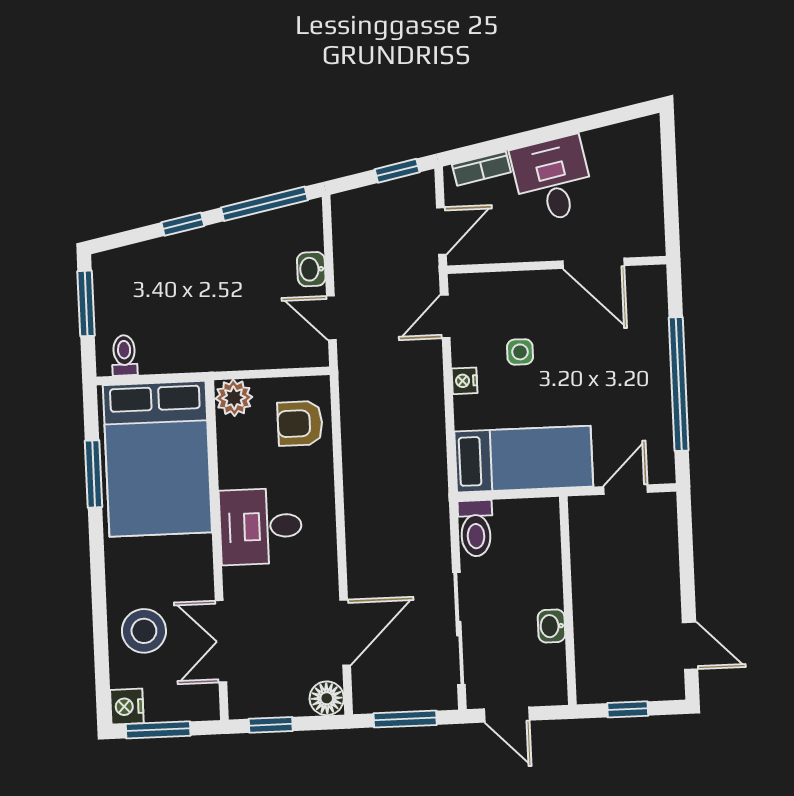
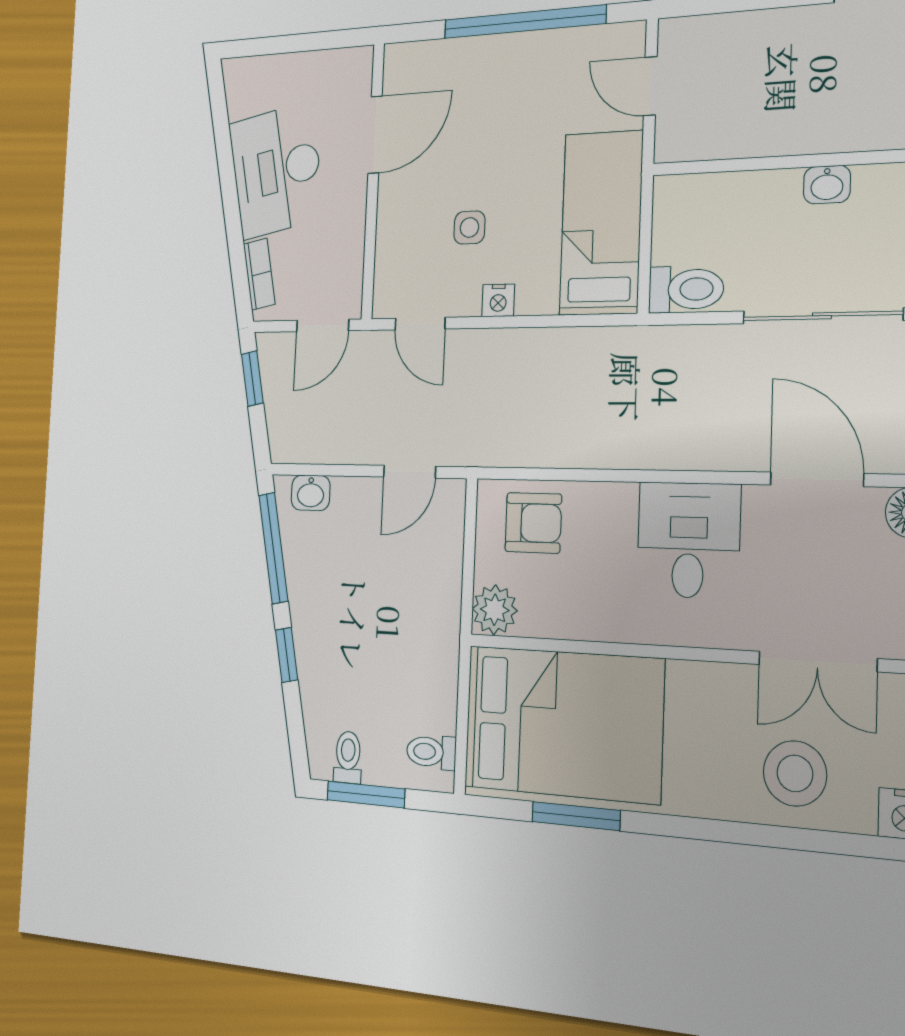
desk: (553, 179) -> (277, 170), width x1.37
door: (441, 231) -> (323, 326), swing flipped
washbasin: (311, 269) -> (311, 493), moved
toilet: (112, 286) -> (348, 757), added
armchair: (300, 423) -> (533, 523), turned -90
desk: (261, 526) -> (688, 540), moved, turned 180

